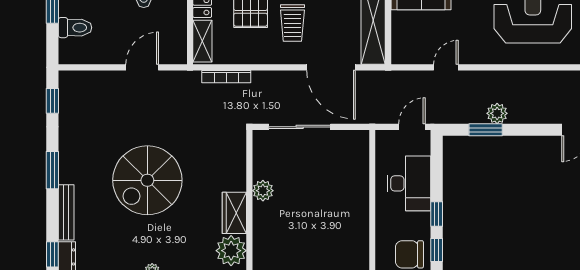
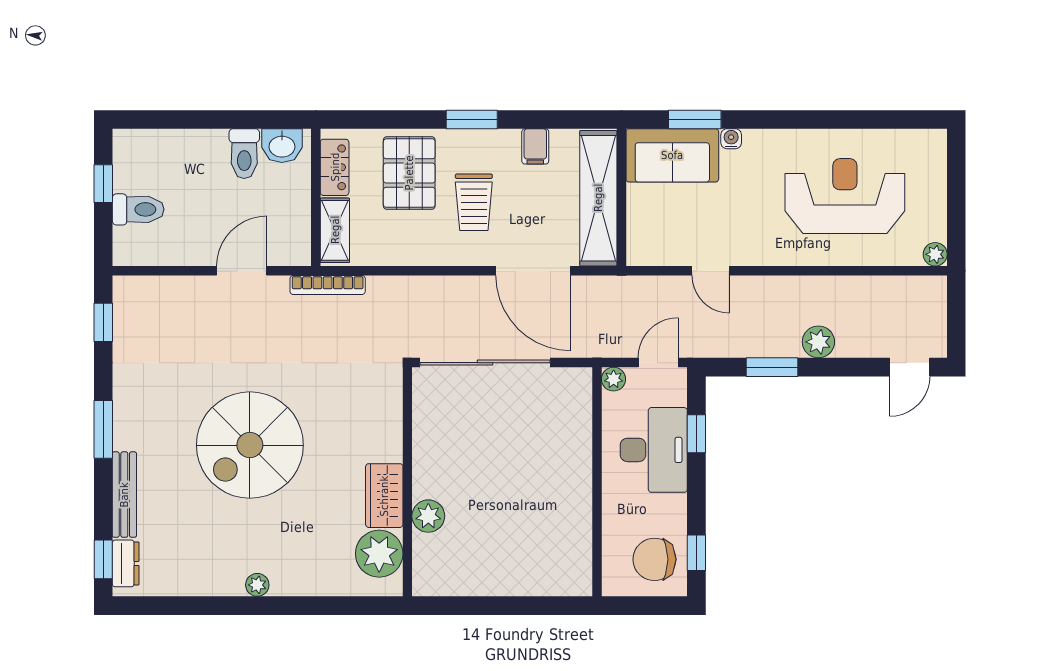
door: (446, 67) -> (711, 271), swing flipped
bookcase: (226, 77) -> (328, 285), moved
plant: (497, 113) -> (818, 342), moved
sliding door: (300, 127) -> (485, 363), width x1.36
plant: (383, 138) -> (614, 379), added
plant: (263, 191) -> (428, 516), moved
window: (437, 214) -> (696, 434), moved

